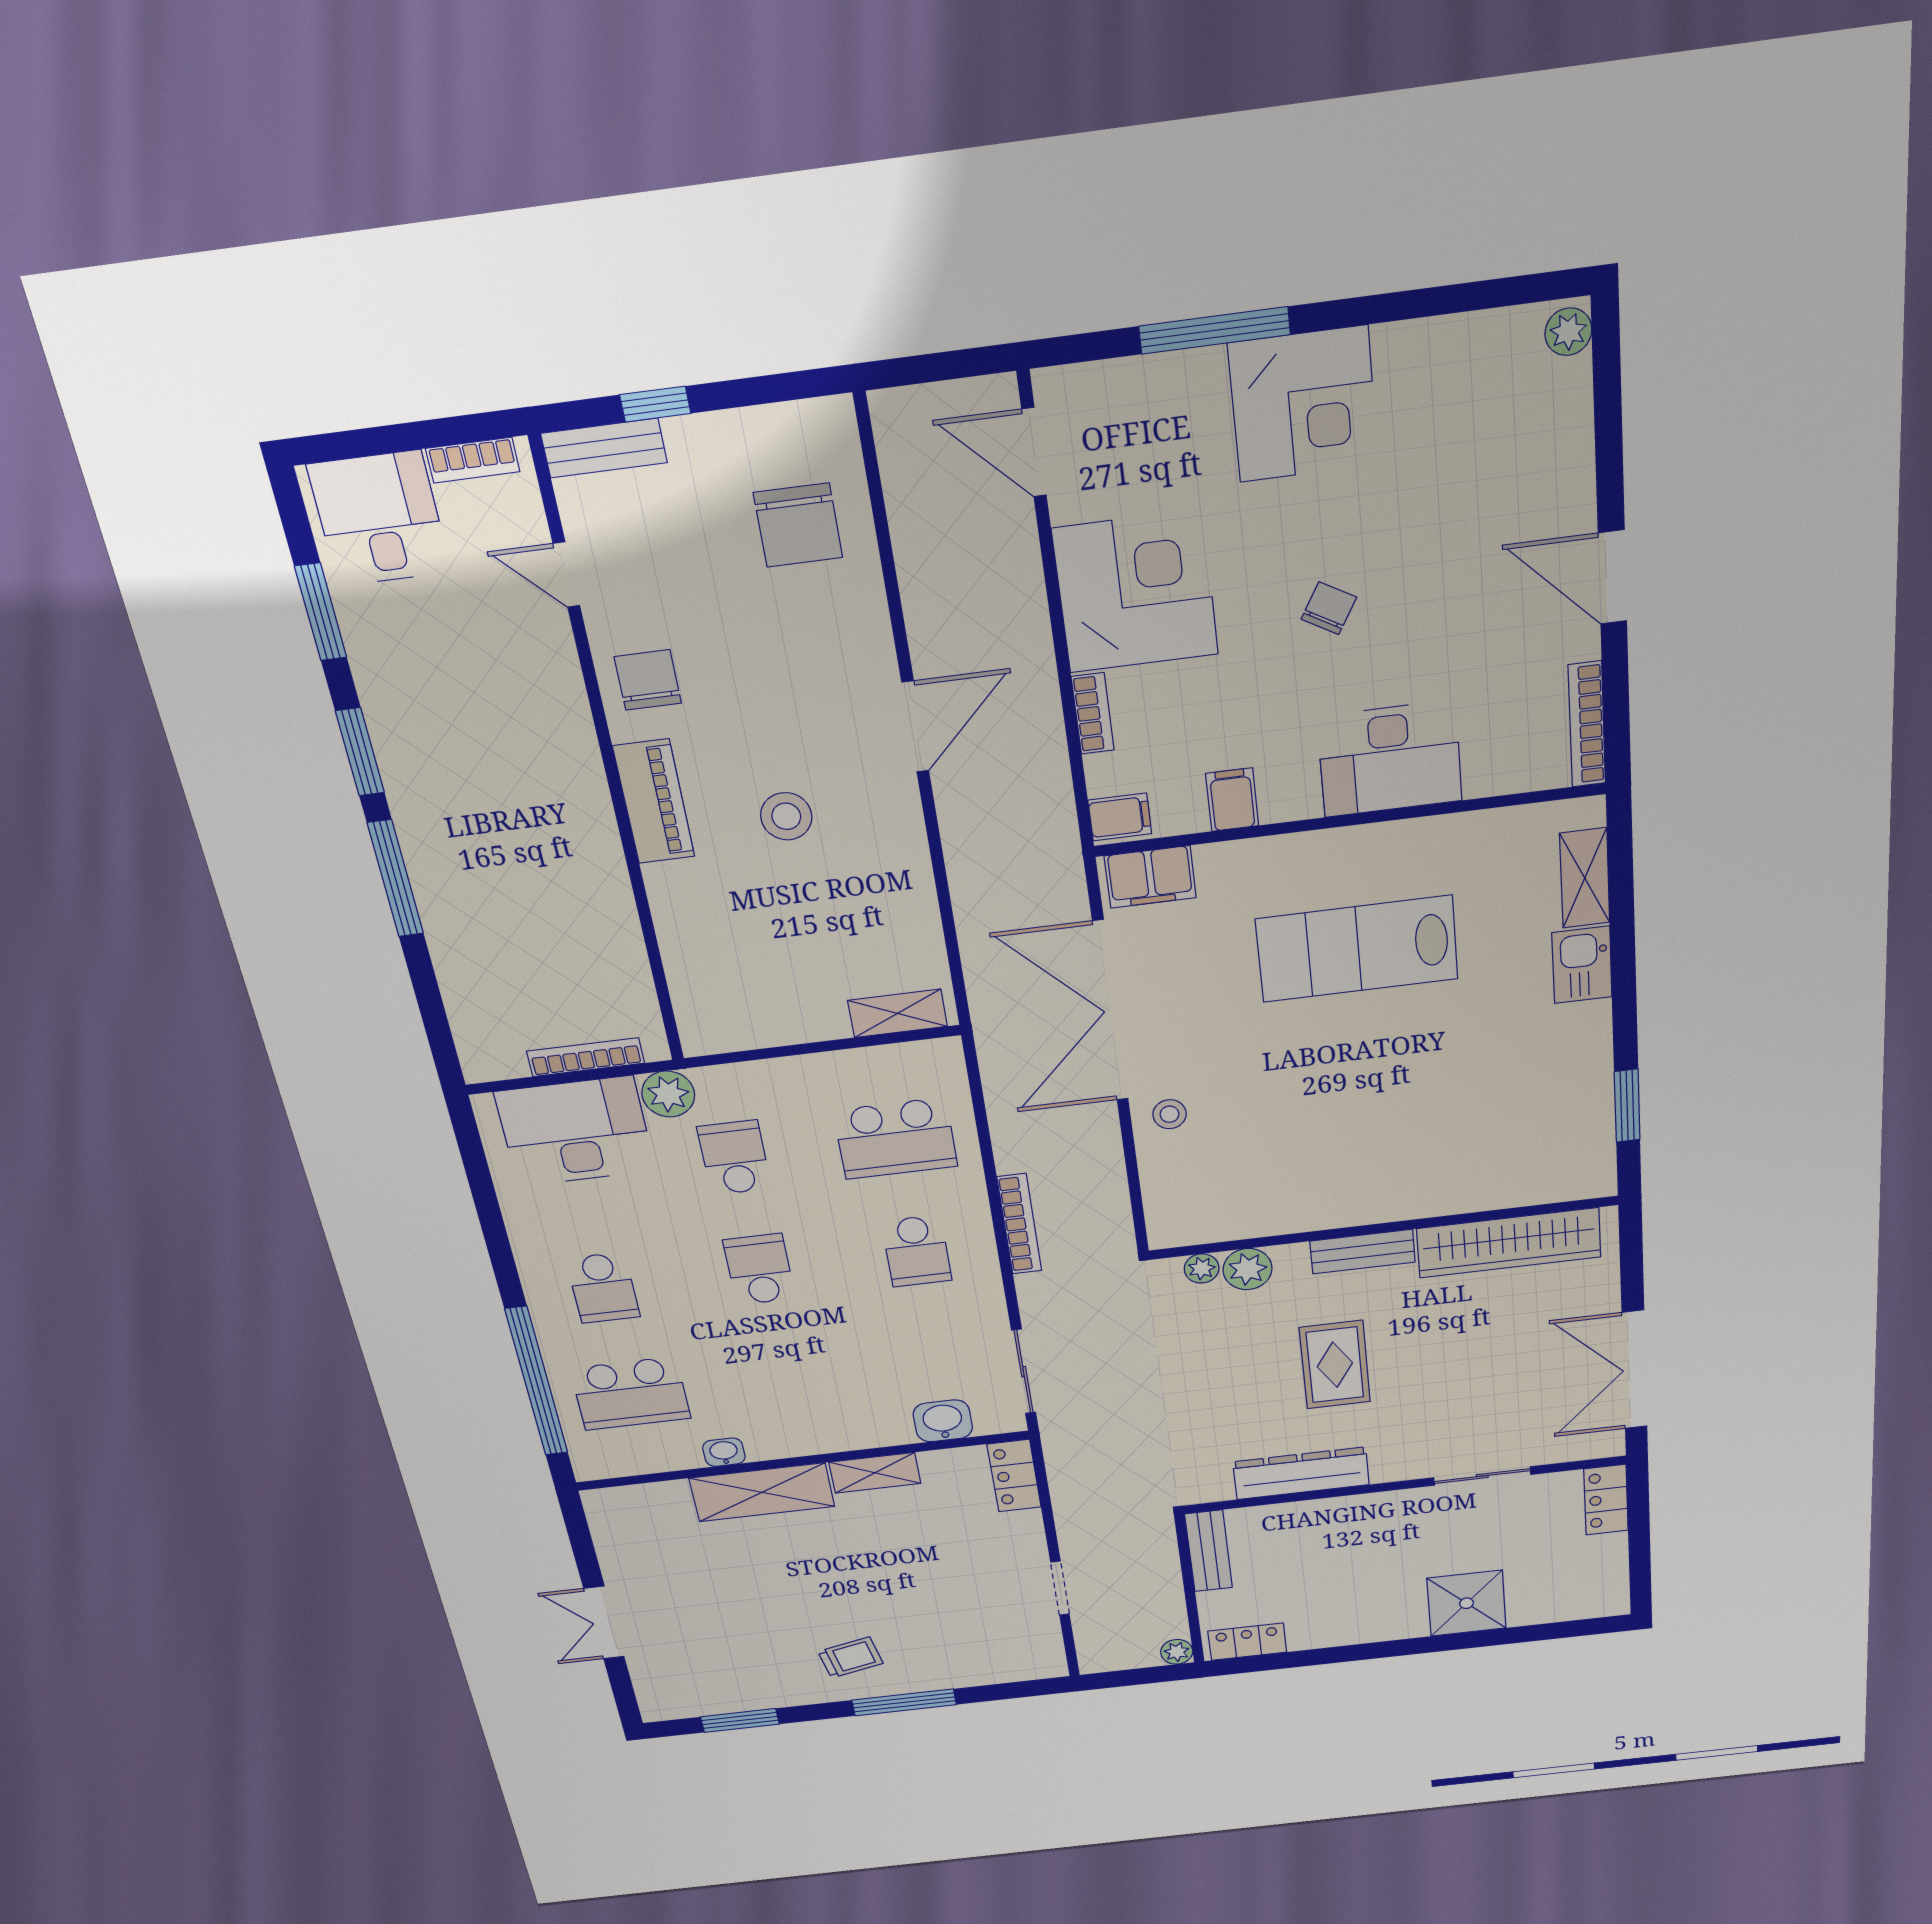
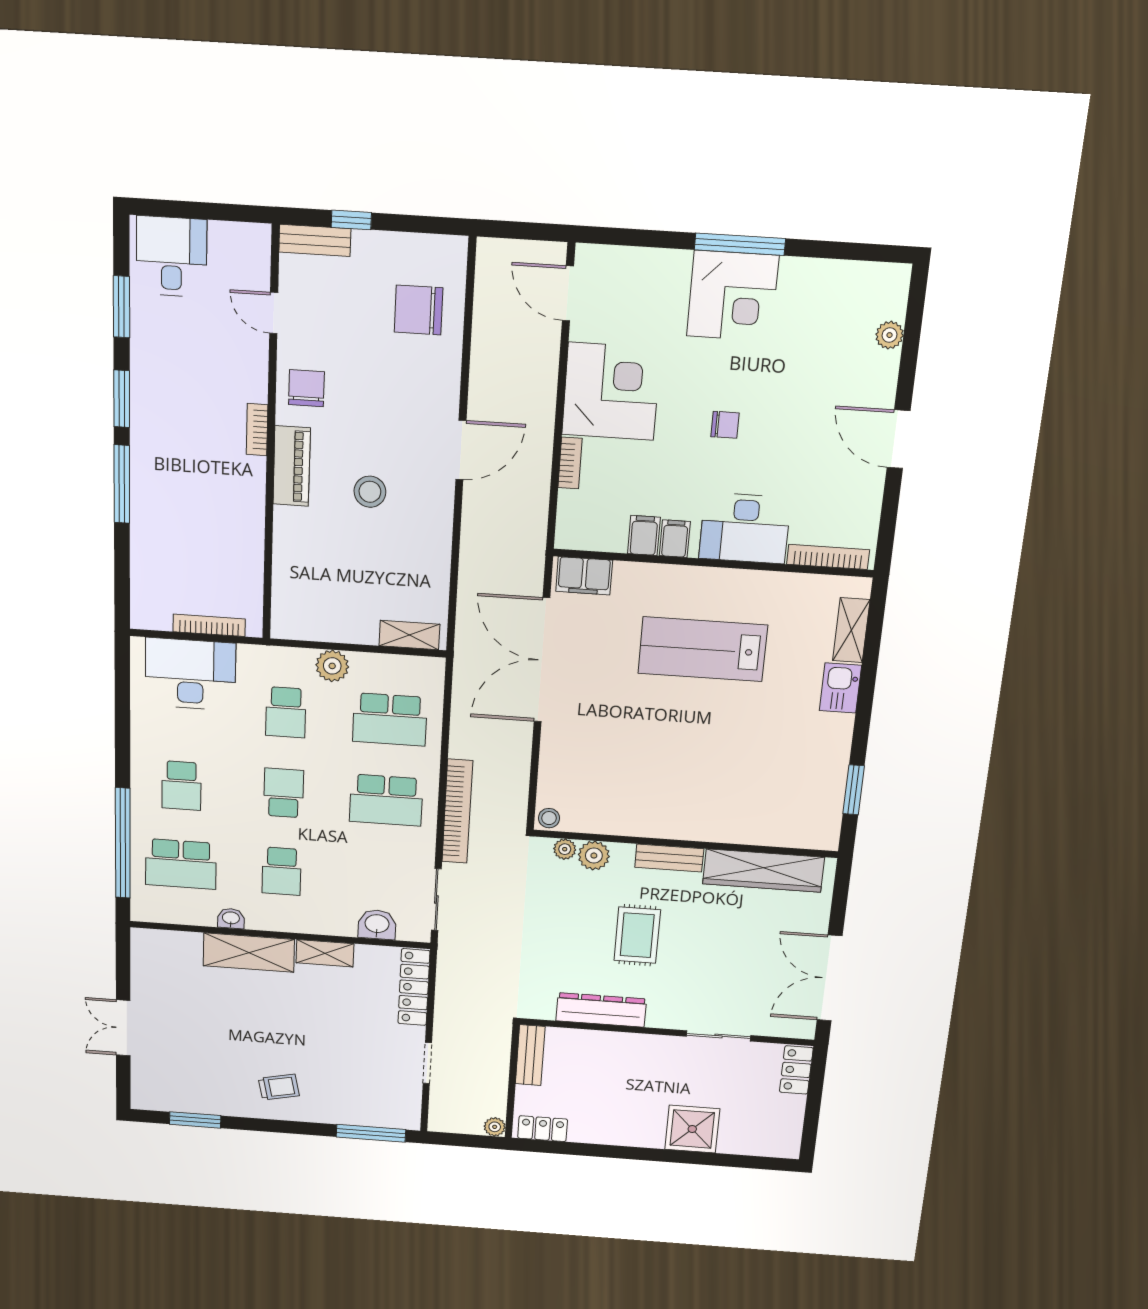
window: (1215, 330) -> (740, 244), moved
plant: (1568, 332) -> (890, 335), moved
bookcase: (473, 460) -> (257, 430), moved, turned 90
chair: (798, 525) -> (419, 310), turned 90
chair: (1329, 608) -> (725, 425), turned 60
bookcase: (1587, 724) -> (828, 557), moved, turned 90
filing cabinet: (1120, 817) -> (675, 539), moved, turned -90
plant: (668, 1094) -> (332, 666), moved
stool: (1170, 1114) -> (549, 818), moved
school desk: (734, 1158) -> (286, 712), turned 180
bookcase: (1019, 1224) -> (457, 811), width x1.48, depth x1.31
school desk: (917, 1251) -> (386, 800), width x1.85
school desk: (783, 1376) -> (282, 871), added
locker: (1014, 1476) -> (414, 987), width x1.53
window: (904, 1702) -> (371, 1133), moved

